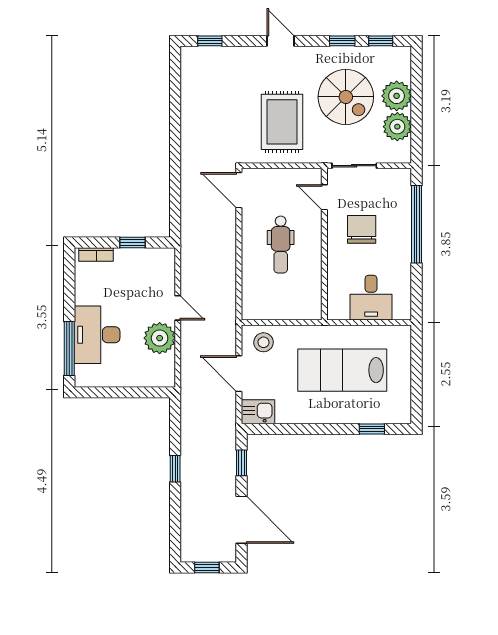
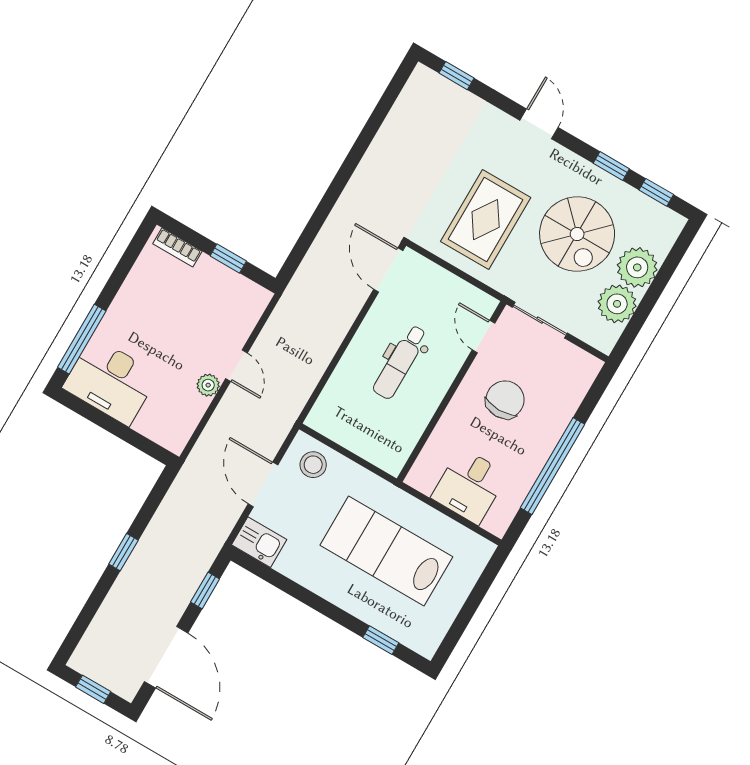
window: (417, 224) -> (552, 466), moved
desk: (97, 335) -> (111, 381), moved, turned -90
plant: (160, 338) -> (208, 385), width x0.53, depth x0.53

